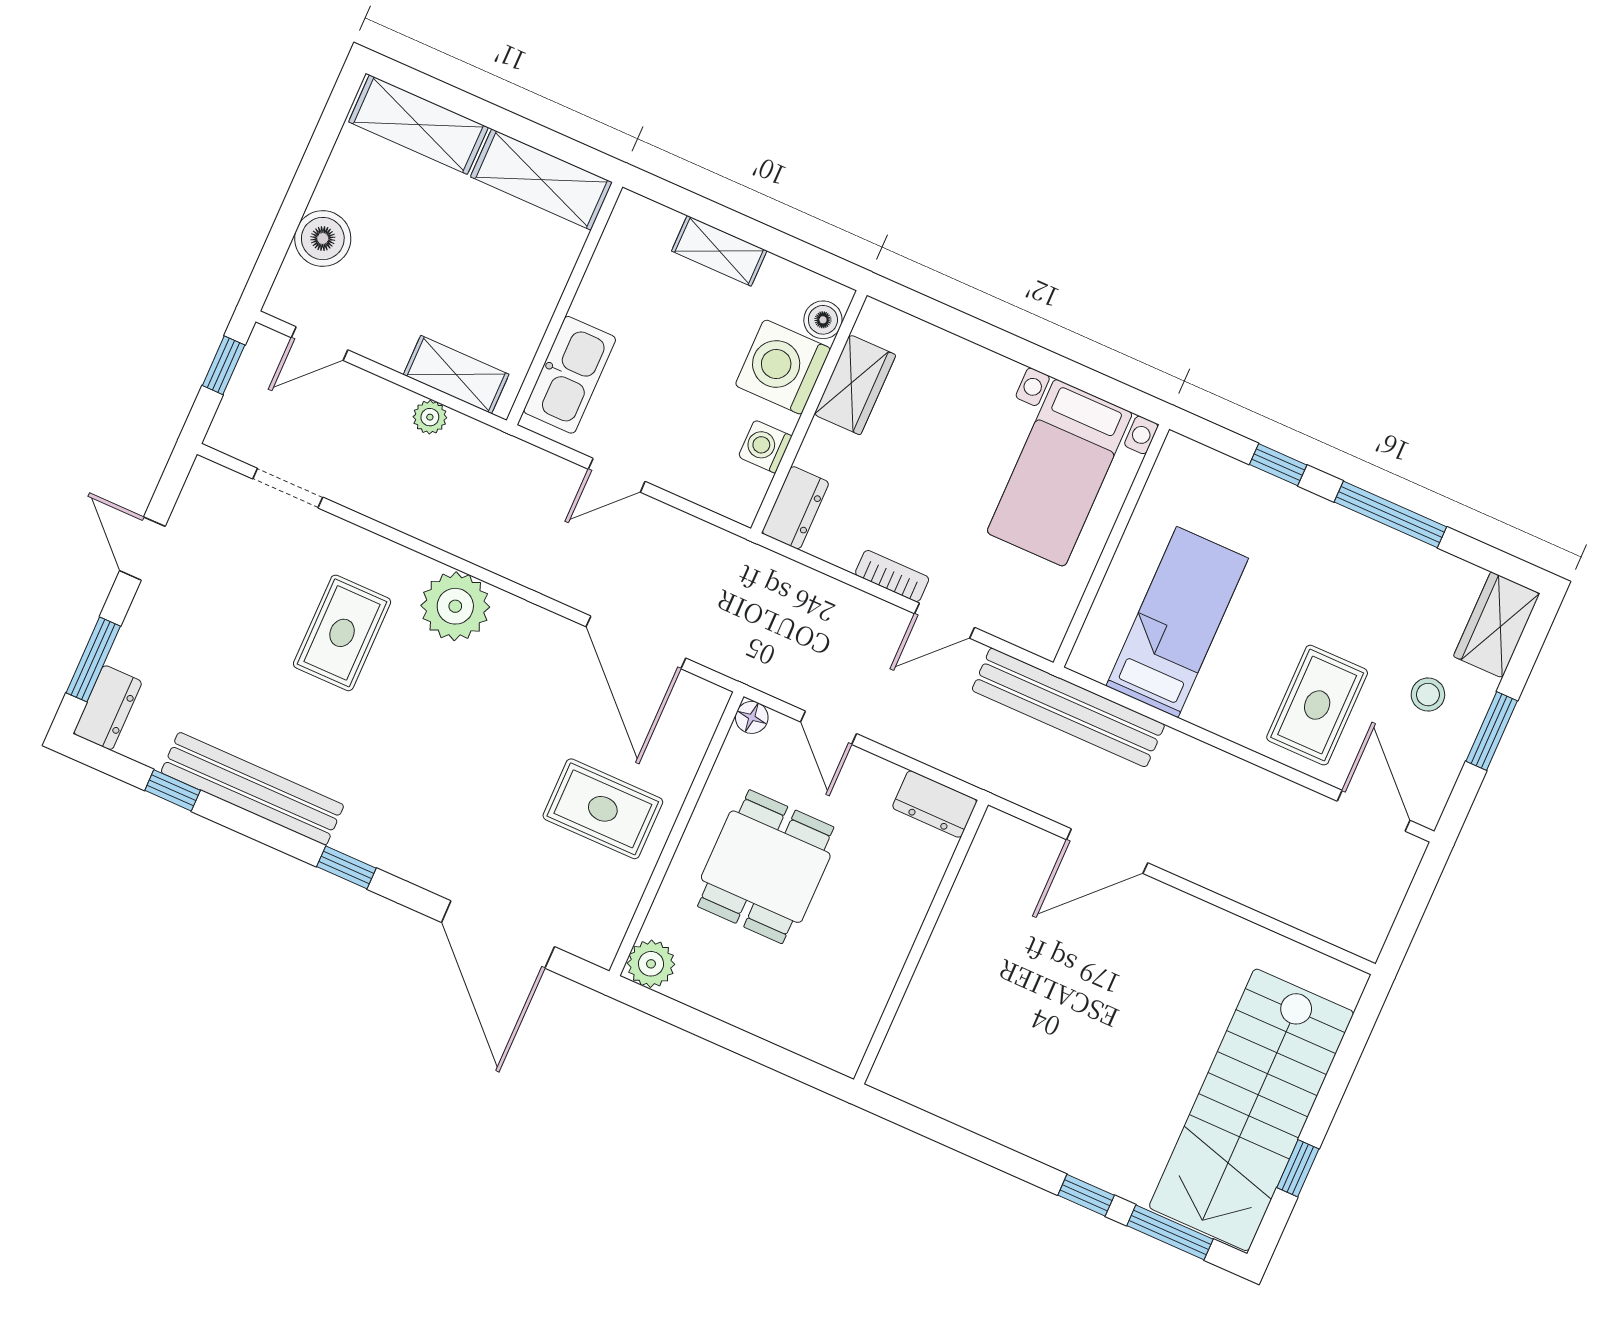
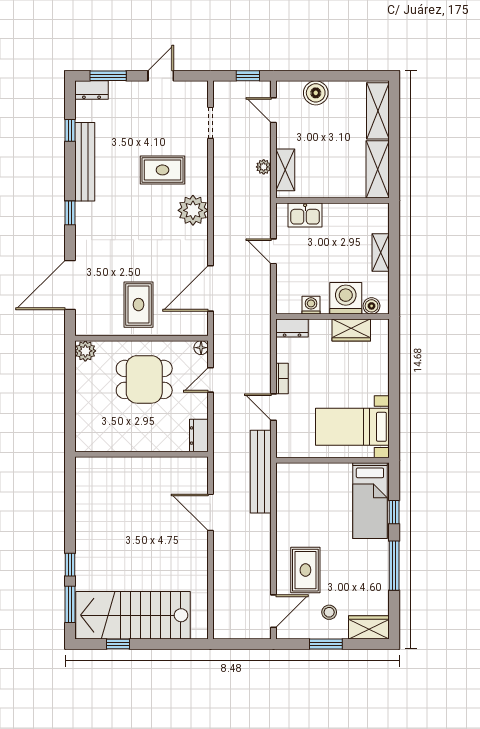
kitchen sink: (570, 375) -> (305, 215), width x0.73
bed: (1177, 622) -> (370, 501), moved, turned 90
rug: (1317, 705) -> (305, 570), turned 90

